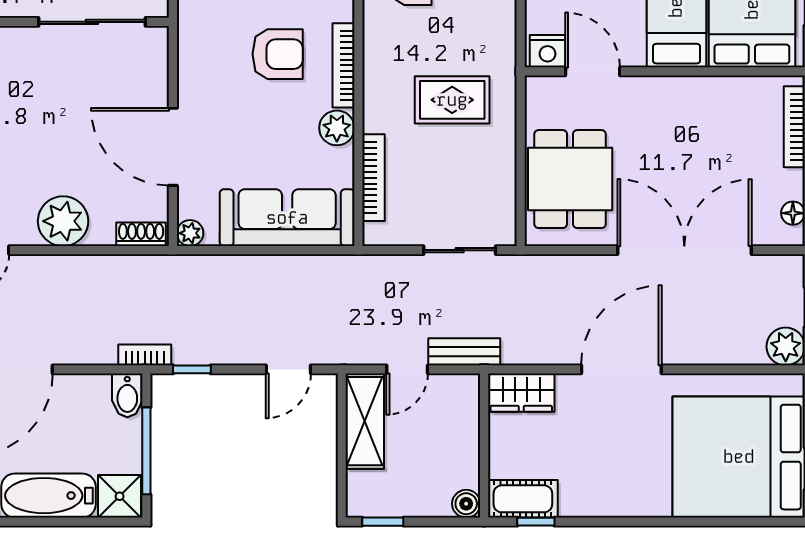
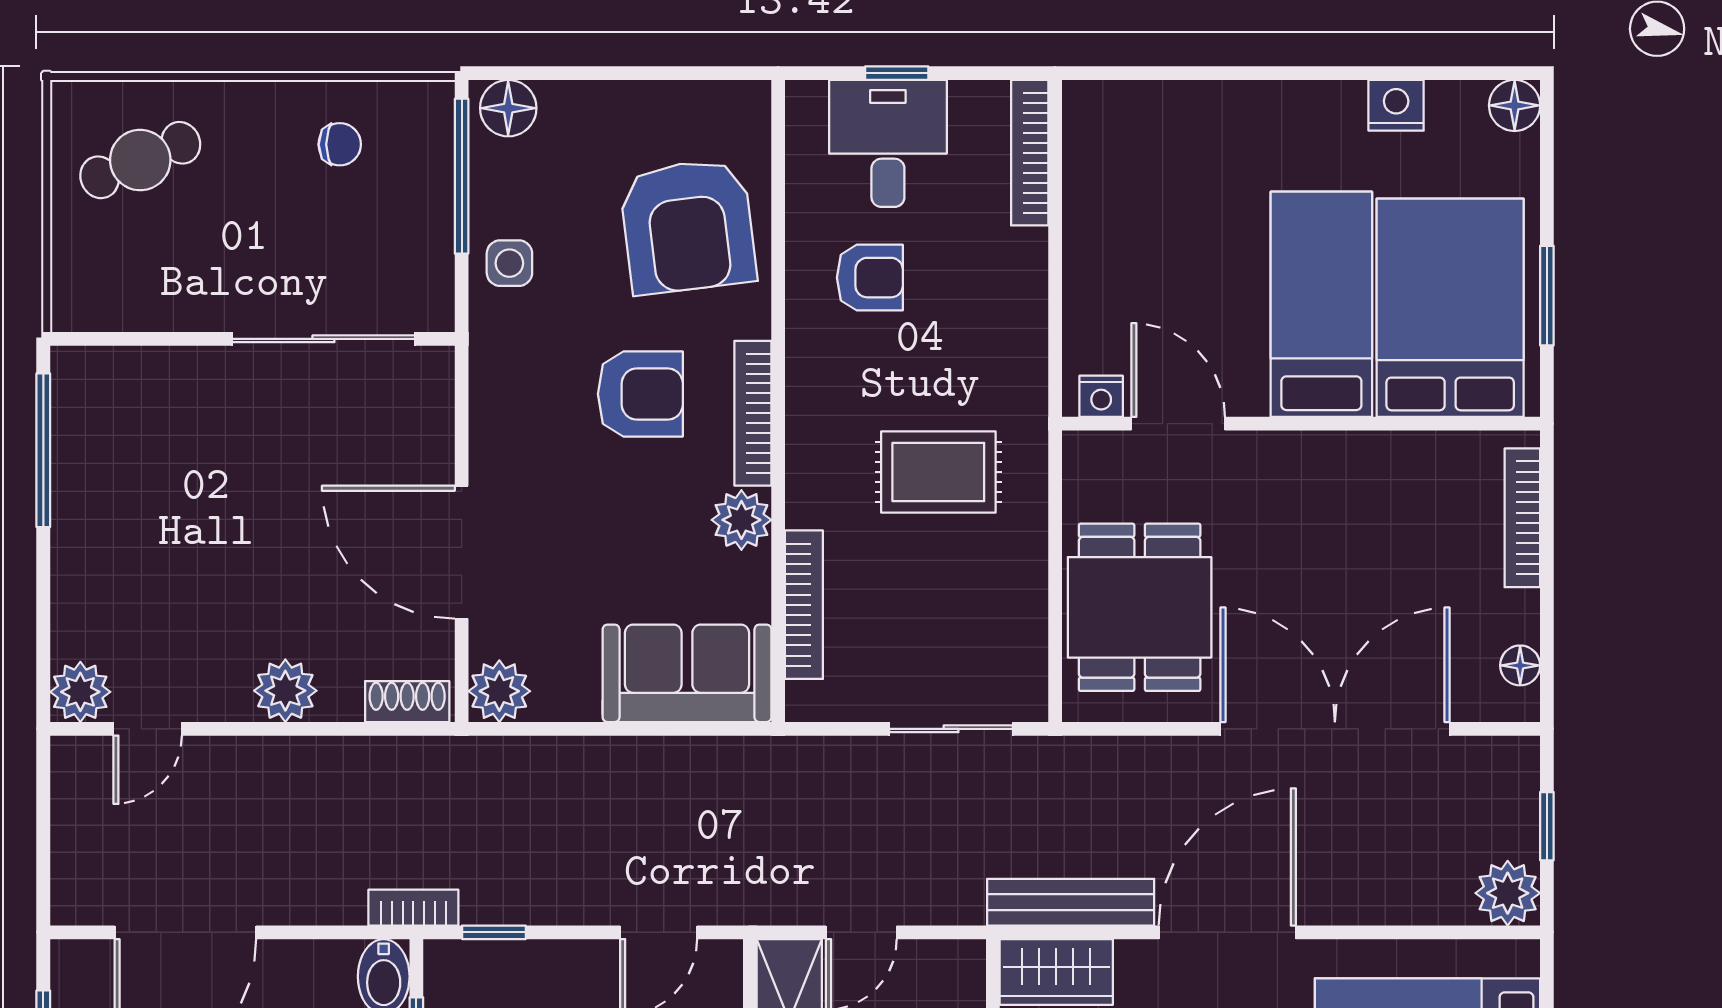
nightstand: (547, 51) -> (1101, 396), width x0.72, depth x0.74
sofa: (287, 218) -> (687, 673), width x0.73
plant: (63, 221) -> (285, 691), width x0.73, depth x0.73
plant: (190, 233) -> (499, 691), width x1.38, depth x1.38
bench: (464, 352) -> (1071, 902), moved, width x1.36

